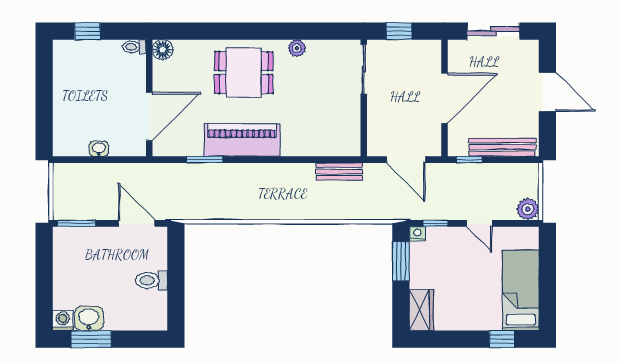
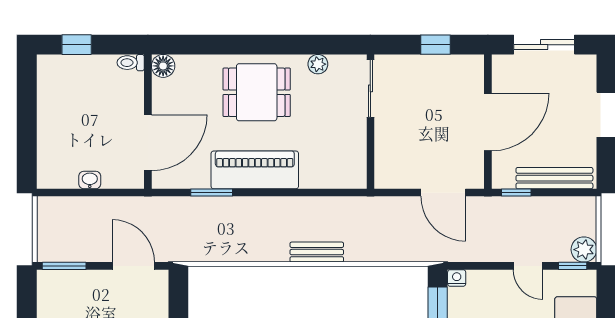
sliding door: (364, 69) -> (370, 88), moved
wall: (364, 98) -> (370, 122), moved
bench: (339, 172) -> (317, 252), moved
window: (435, 223) -> (573, 266), moved

